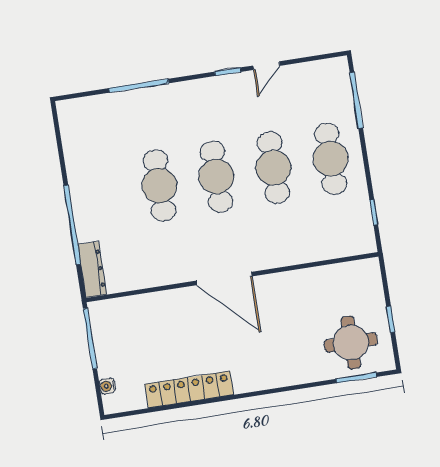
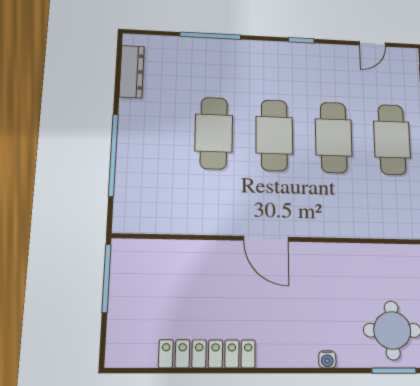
door: (266, 66) -> (372, 44), moved
dresser: (92, 270) -> (132, 72), moved
door: (224, 278) -> (266, 239), width x0.73
water cooler: (107, 386) -> (327, 359), moved, turned -90

